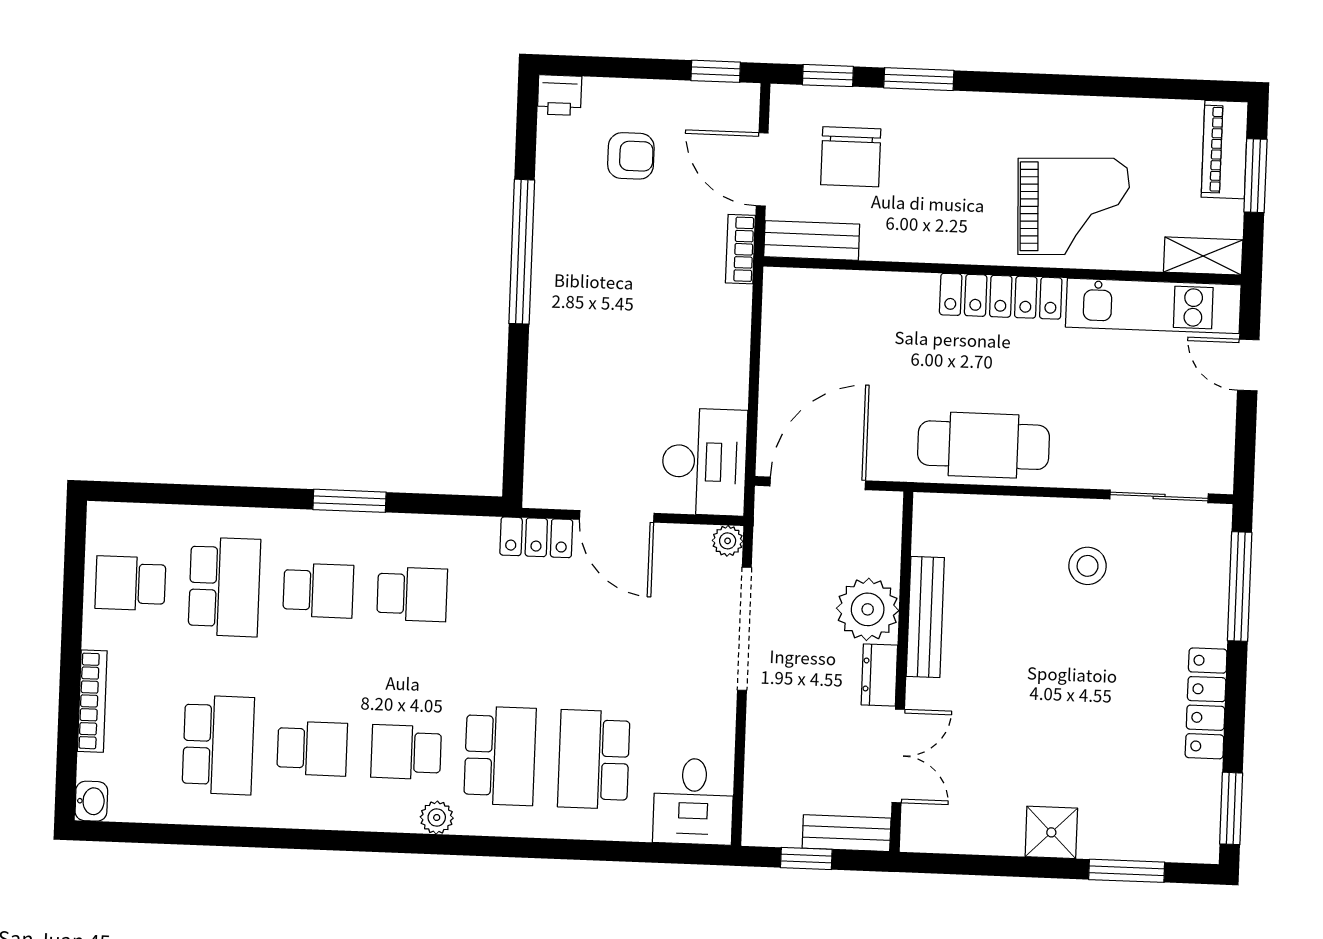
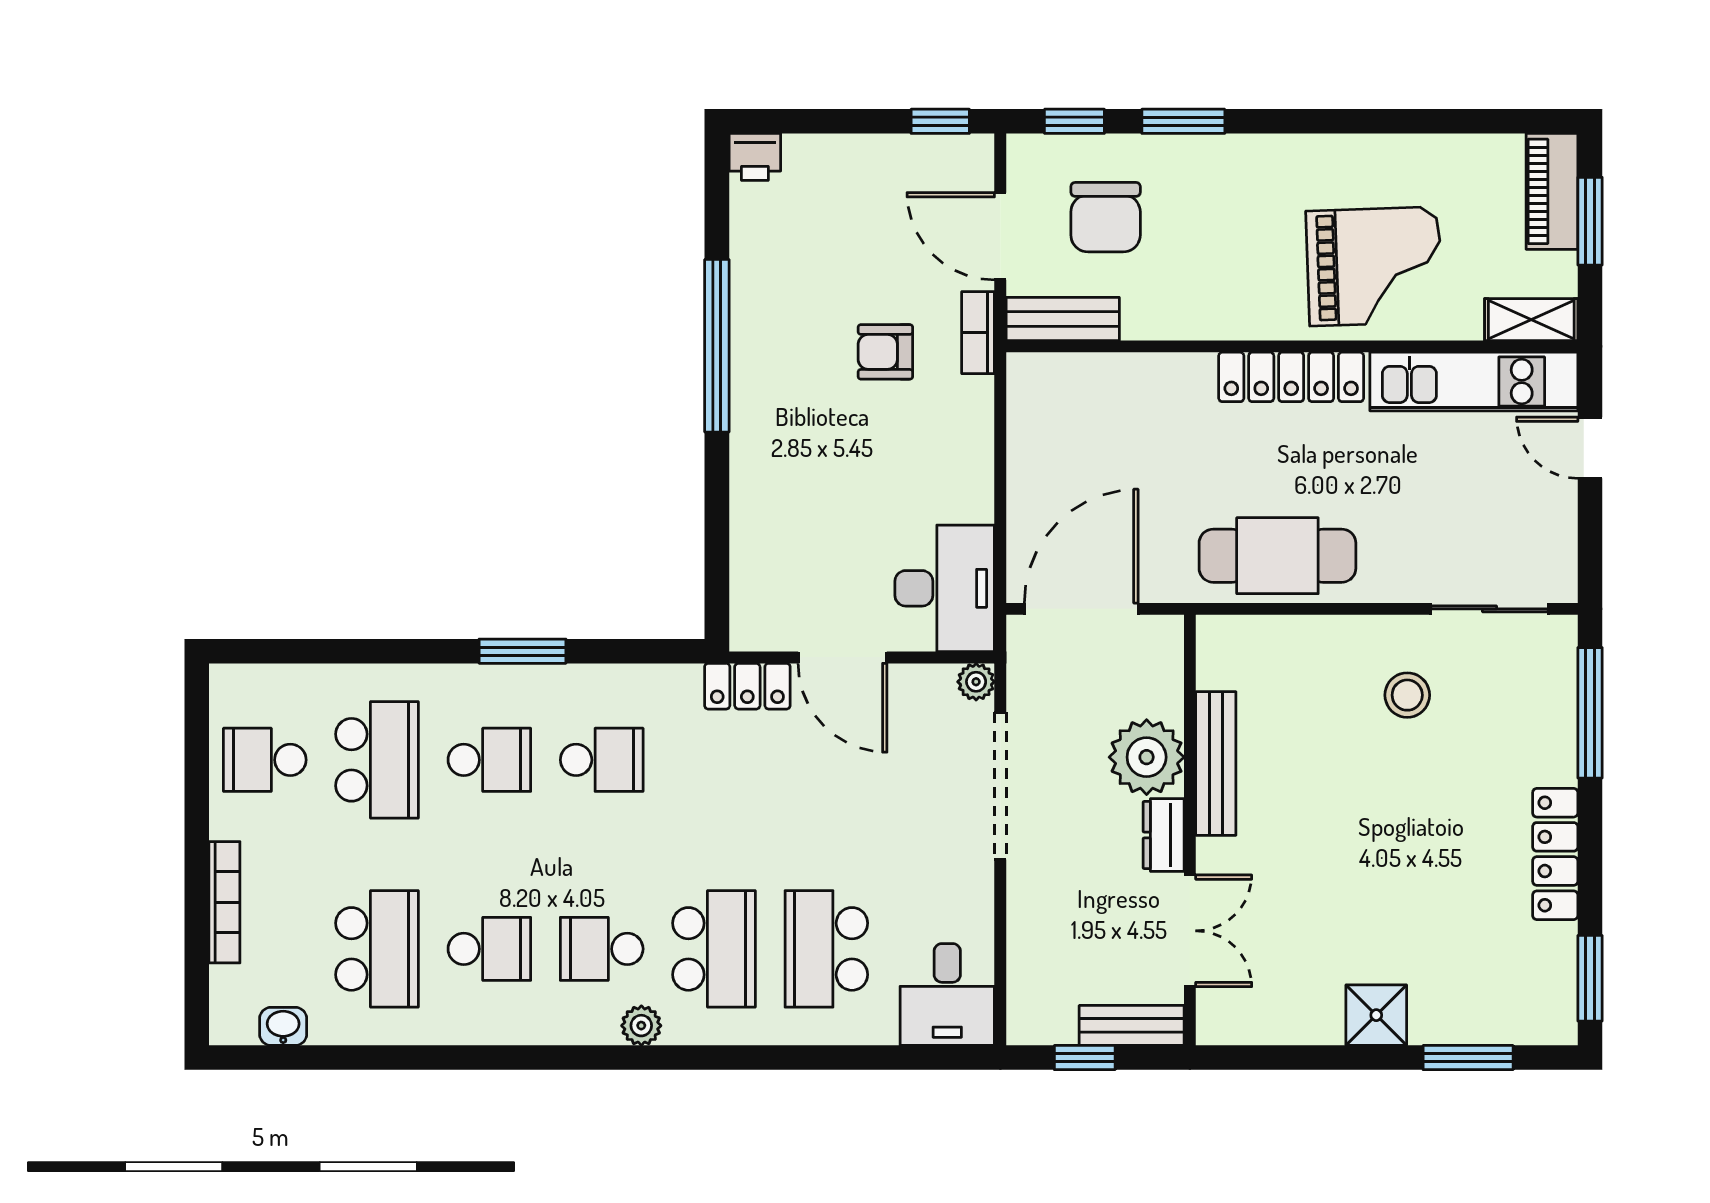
armchair: (631, 156) -> (885, 352), moved, turned 180
washbasin: (91, 801) -> (283, 1026), moved, turned -90

